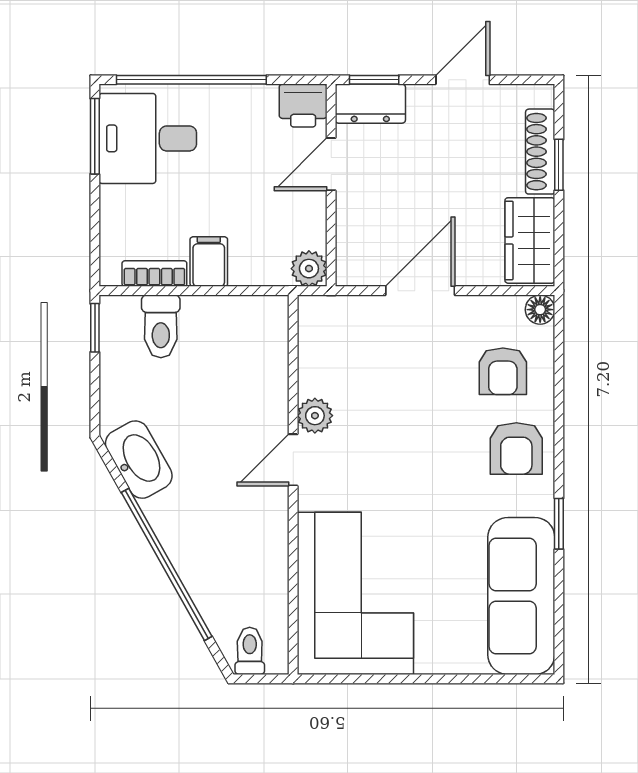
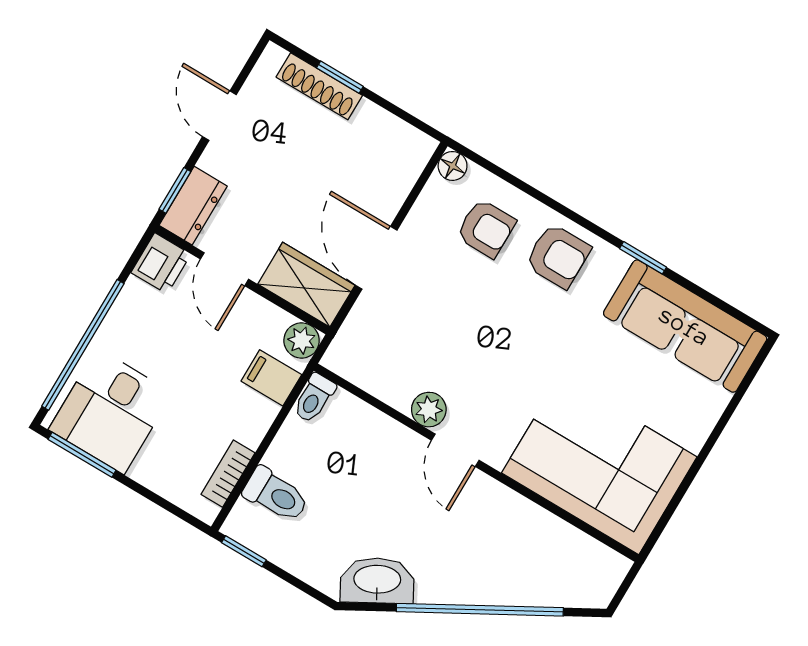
wardrobe: (530, 240) -> (306, 285), moved, turned 180
filing cabinet: (209, 262) -> (271, 378), moved
toilet: (250, 651) -> (314, 398), moved, turned -90

